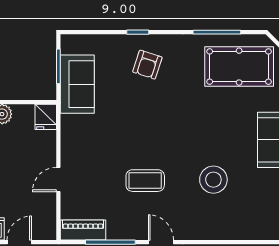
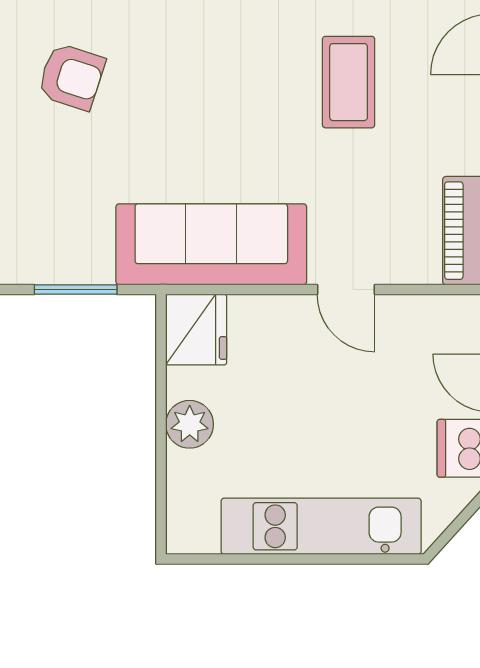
sofa: (77, 84) -> (211, 244), moved, width x1.36
fridge: (46, 117) -> (196, 330), width x1.38

